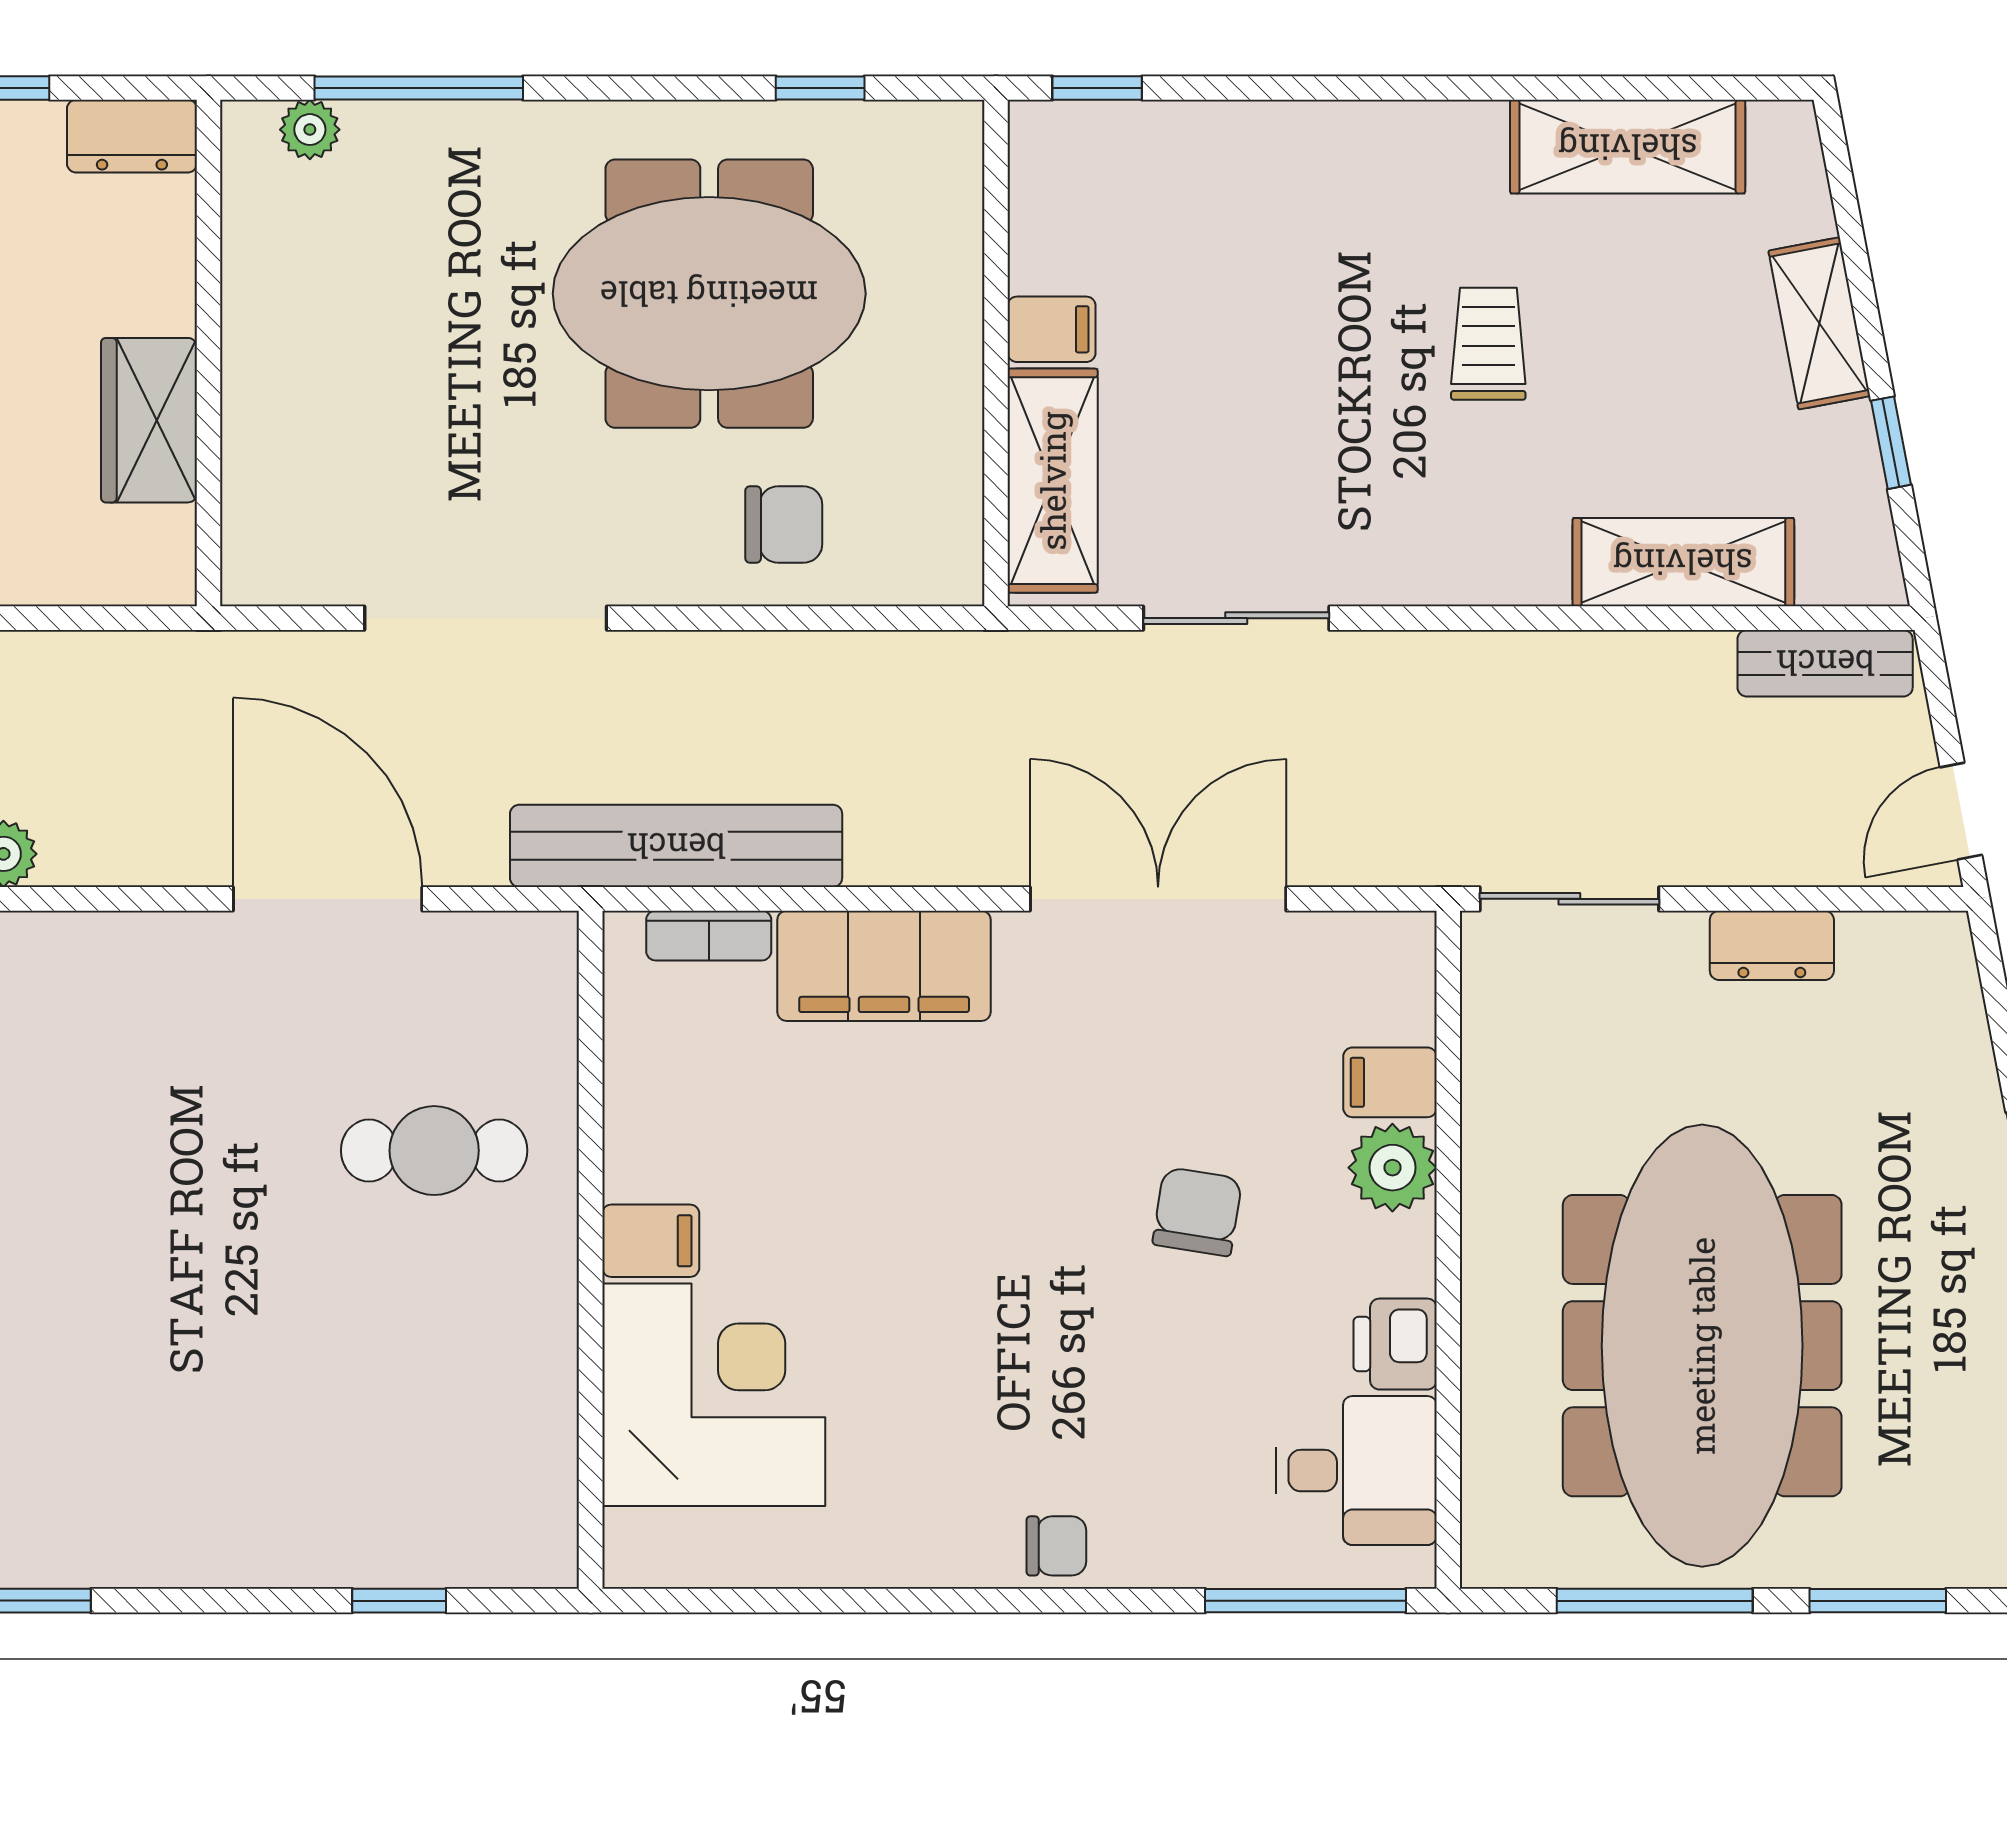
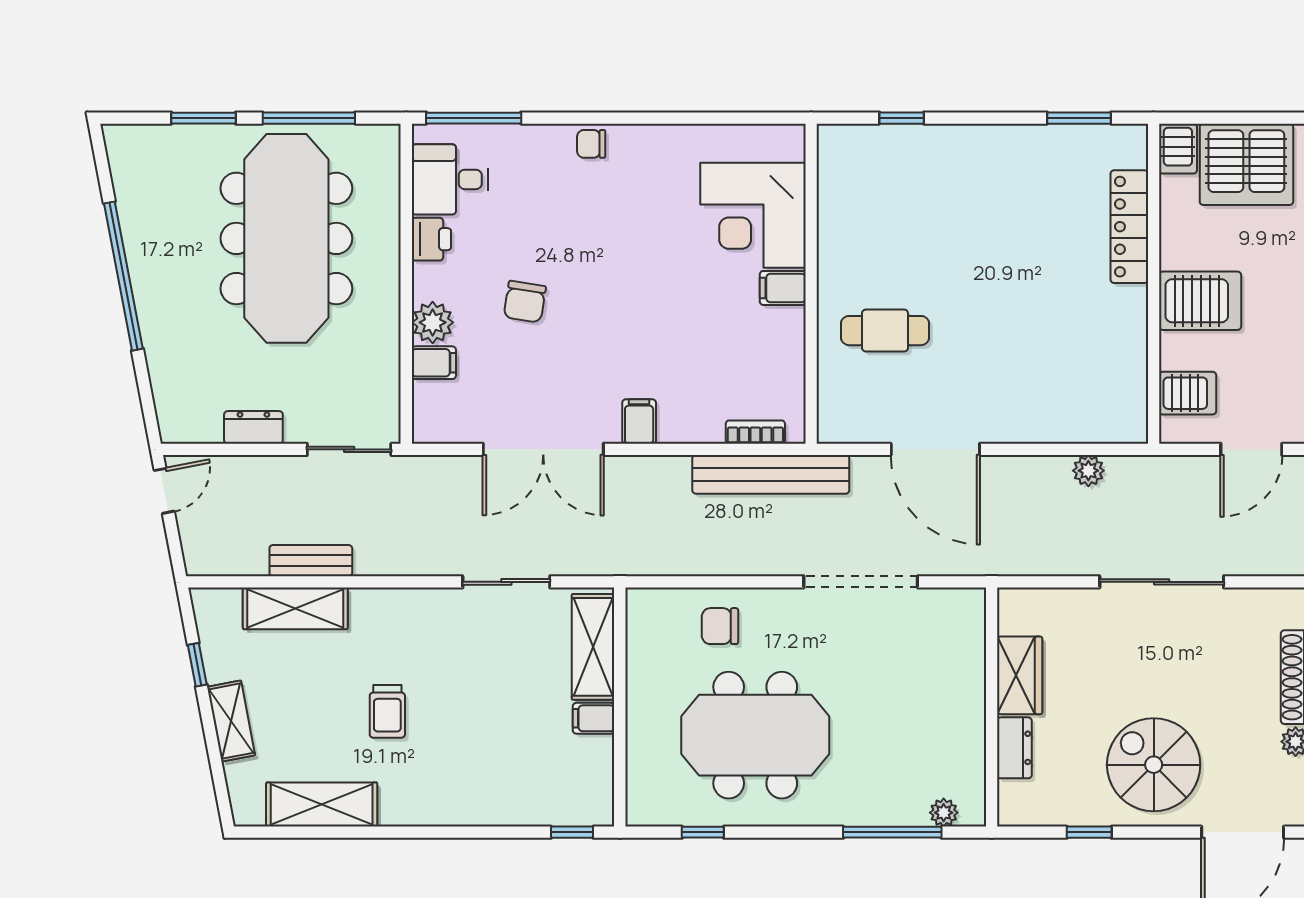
dresser: (132, 136) -> (1014, 748), moved, turned 90
bench: (1825, 663) -> (311, 561), moved
filing cabinet: (884, 966) -> (639, 421), width x0.33, depth x0.86

